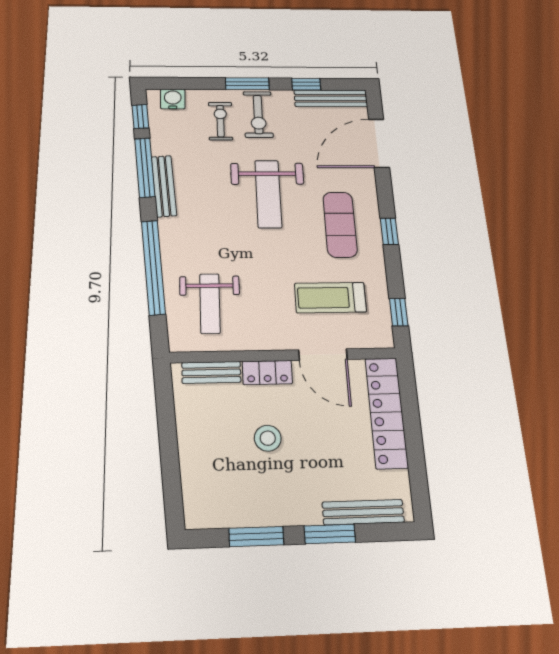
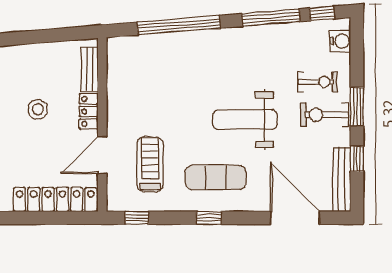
bench: (164, 186) -> (253, 33), removed
weight bench: (210, 303) -> (146, 69), removed

